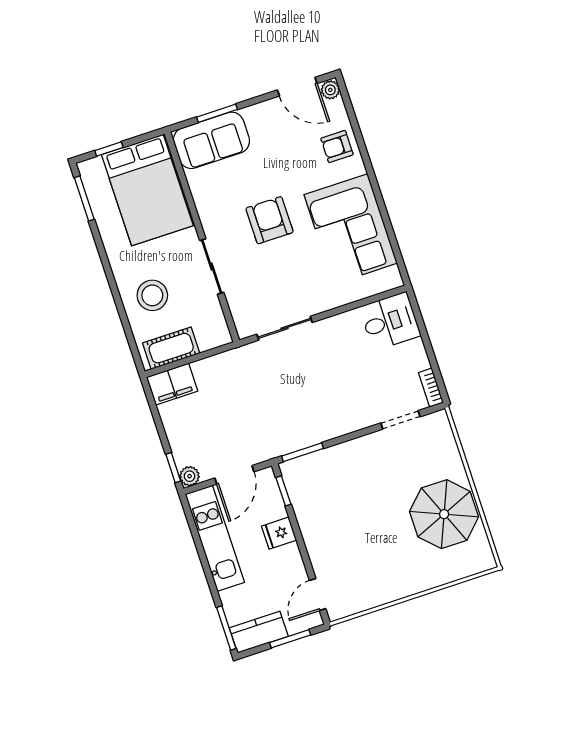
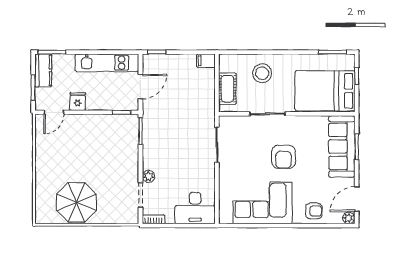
sofa: (211, 140) -> (342, 146), width x1.36
armchair: (337, 147) -> (314, 211), turned 90
armchair: (270, 220) -> (284, 157), turned 90
desk: (390, 321) -> (195, 208), width x1.37
cot: (171, 348) -> (227, 89), moved
filing cabinet: (172, 384) -> (206, 61), width x0.50
door: (234, 475) -> (141, 87), swing flipped
plant: (190, 476) -> (148, 176), moved
fridge: (279, 533) -> (78, 102), moved
door: (318, 594) -> (54, 112), swing flipped

